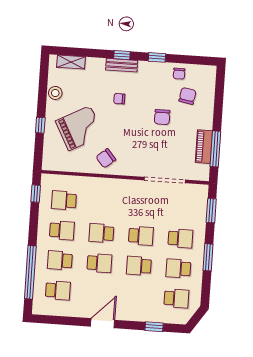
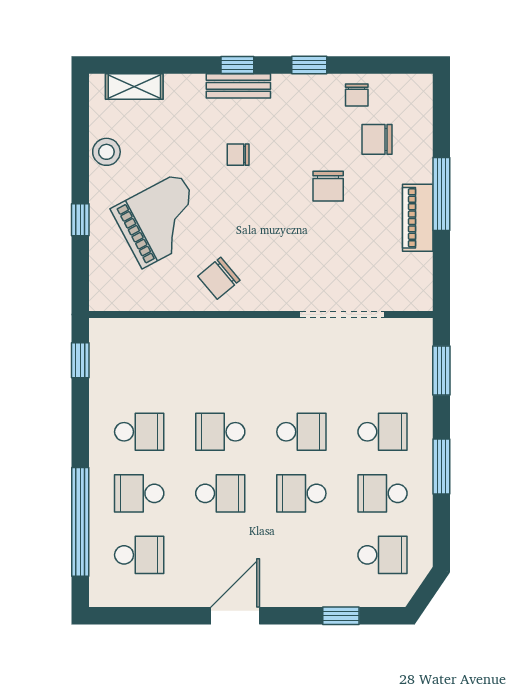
chair: (187, 96) -> (377, 139), turned -100
piano: (204, 147) -> (418, 218), moved
window: (215, 149) -> (441, 194), moved
school desk: (64, 200) -> (139, 370), removed

